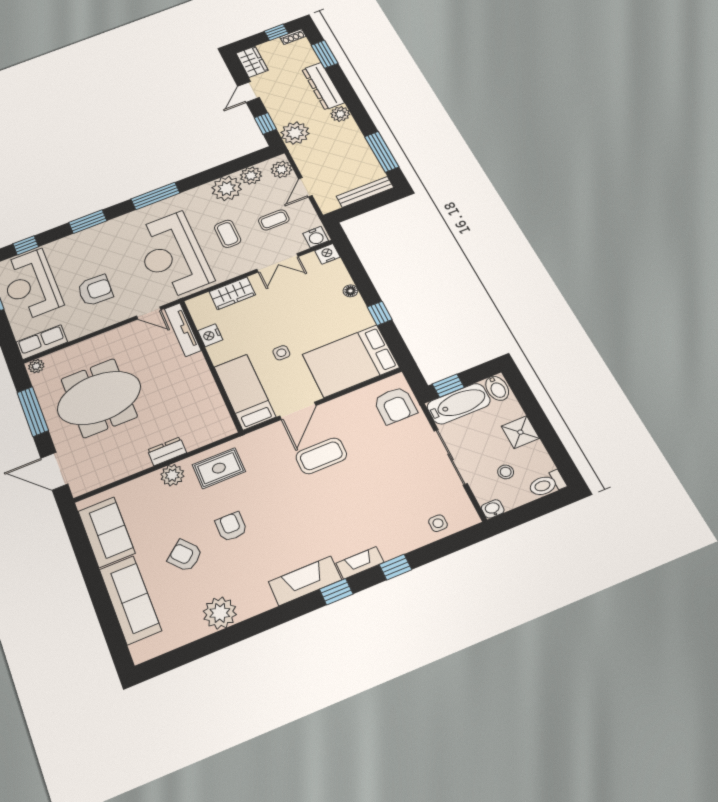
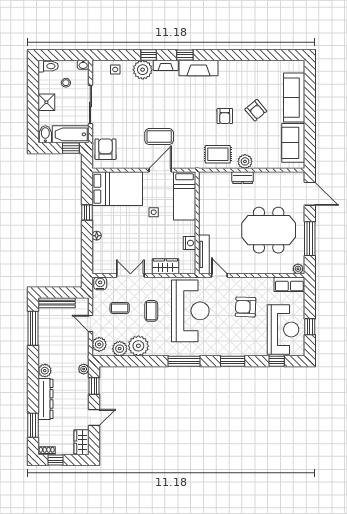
plant: (295, 133) -> (84, 369), width x0.53, depth x0.53
door: (305, 187) -> (90, 324), swing flipped
nightstand: (327, 254) -> (99, 268), removed
plant: (220, 613) -> (143, 70), moved

